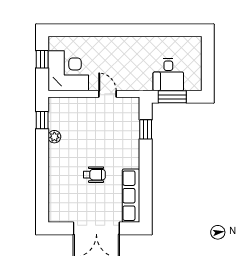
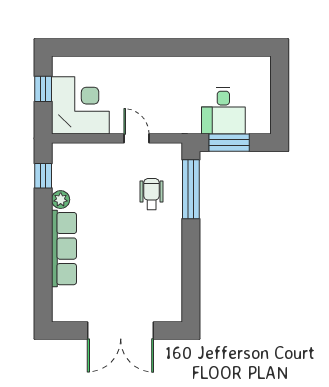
window: (146, 129) -> (191, 189), width x2.17
wheelchair: (94, 175) -> (152, 194), moved, turned -90
row of seats: (131, 196) -> (64, 249), moved, turned 180

